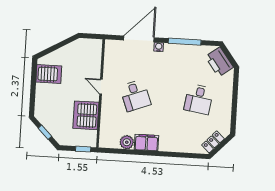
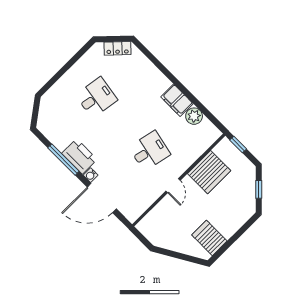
printer: (219, 62) -> (79, 156), moved, turned -53
desk: (135, 95) -> (150, 151), turned 33

